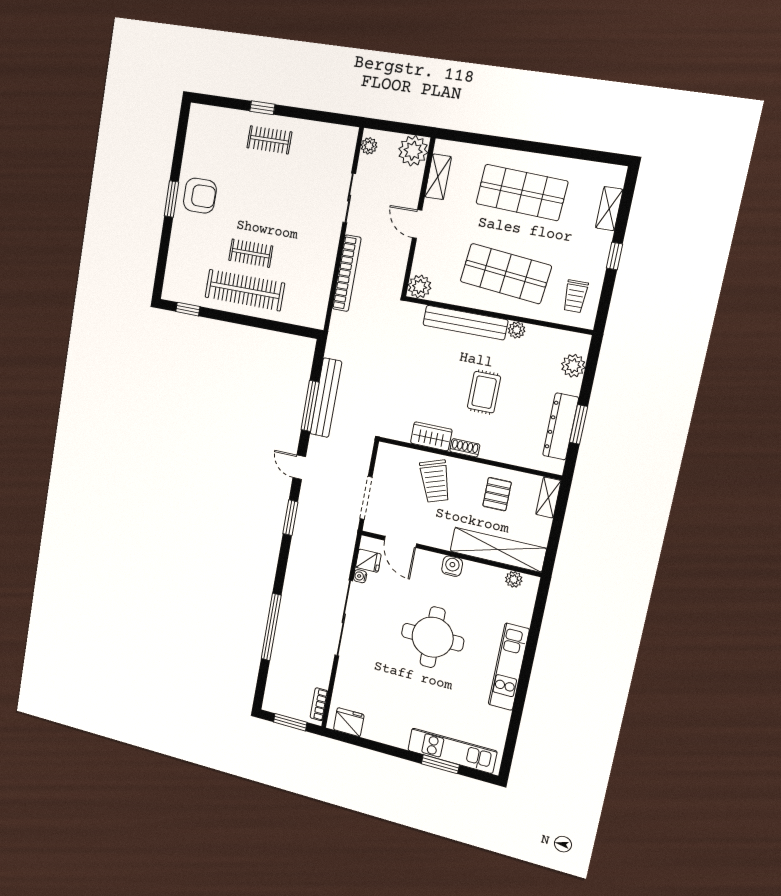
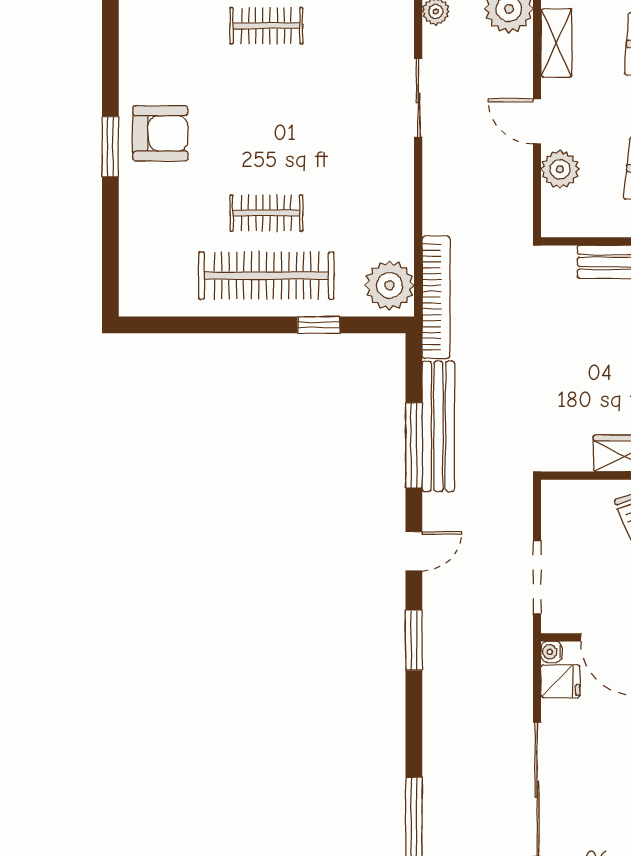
bookcase: (347, 273) -> (436, 297), moved
plant: (420, 287) -> (560, 169), moved
window: (188, 309) -> (319, 325), moved
plant: (313, 309) -> (390, 285), added
door: (299, 467) -> (414, 551), swing flipped
water cooler: (360, 576) -> (551, 652), moved

